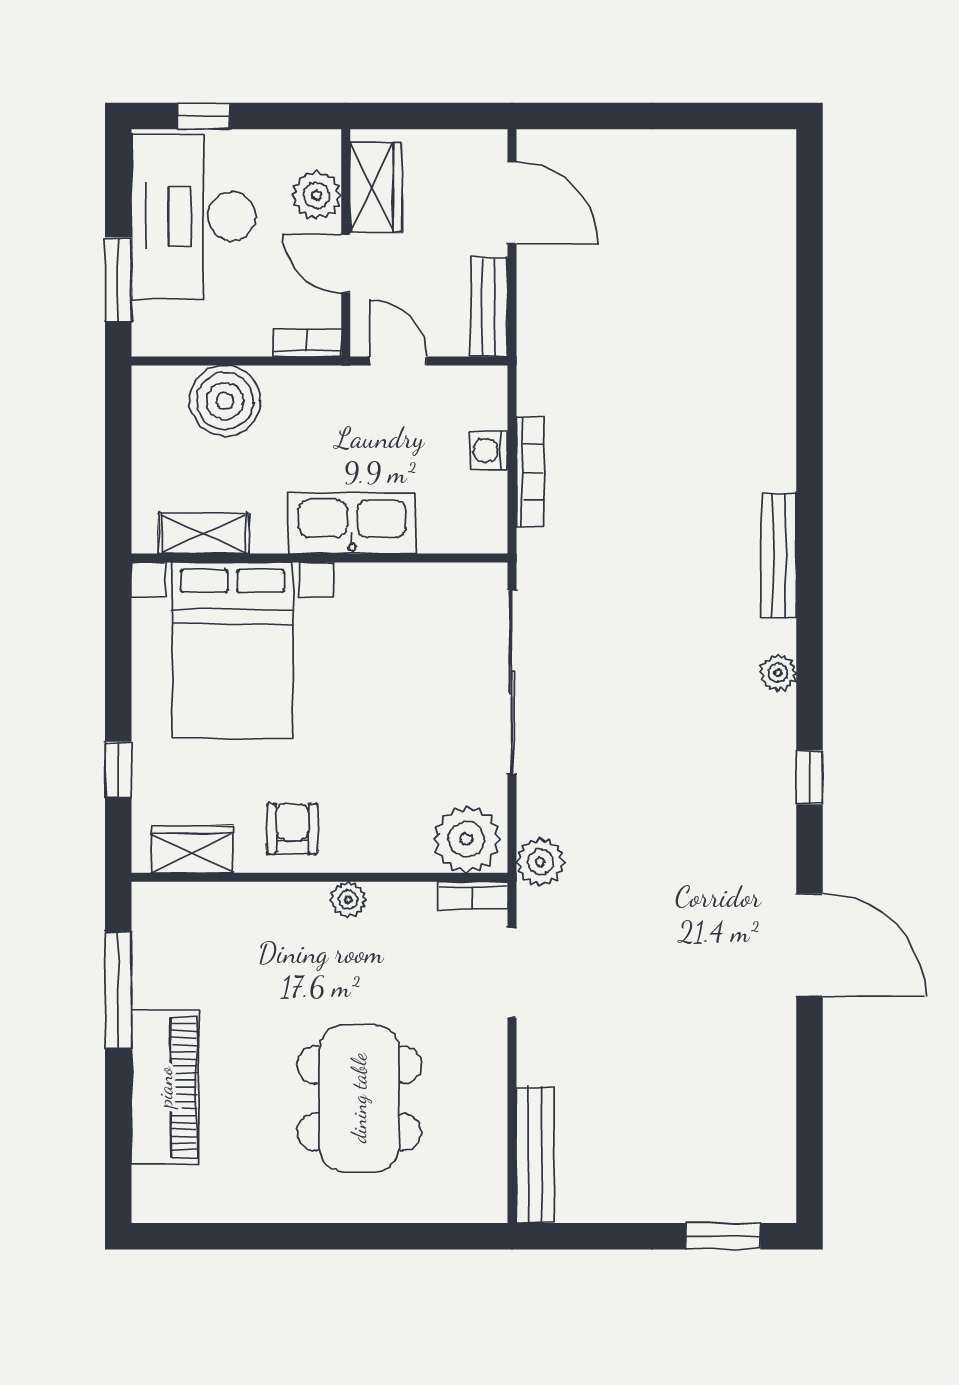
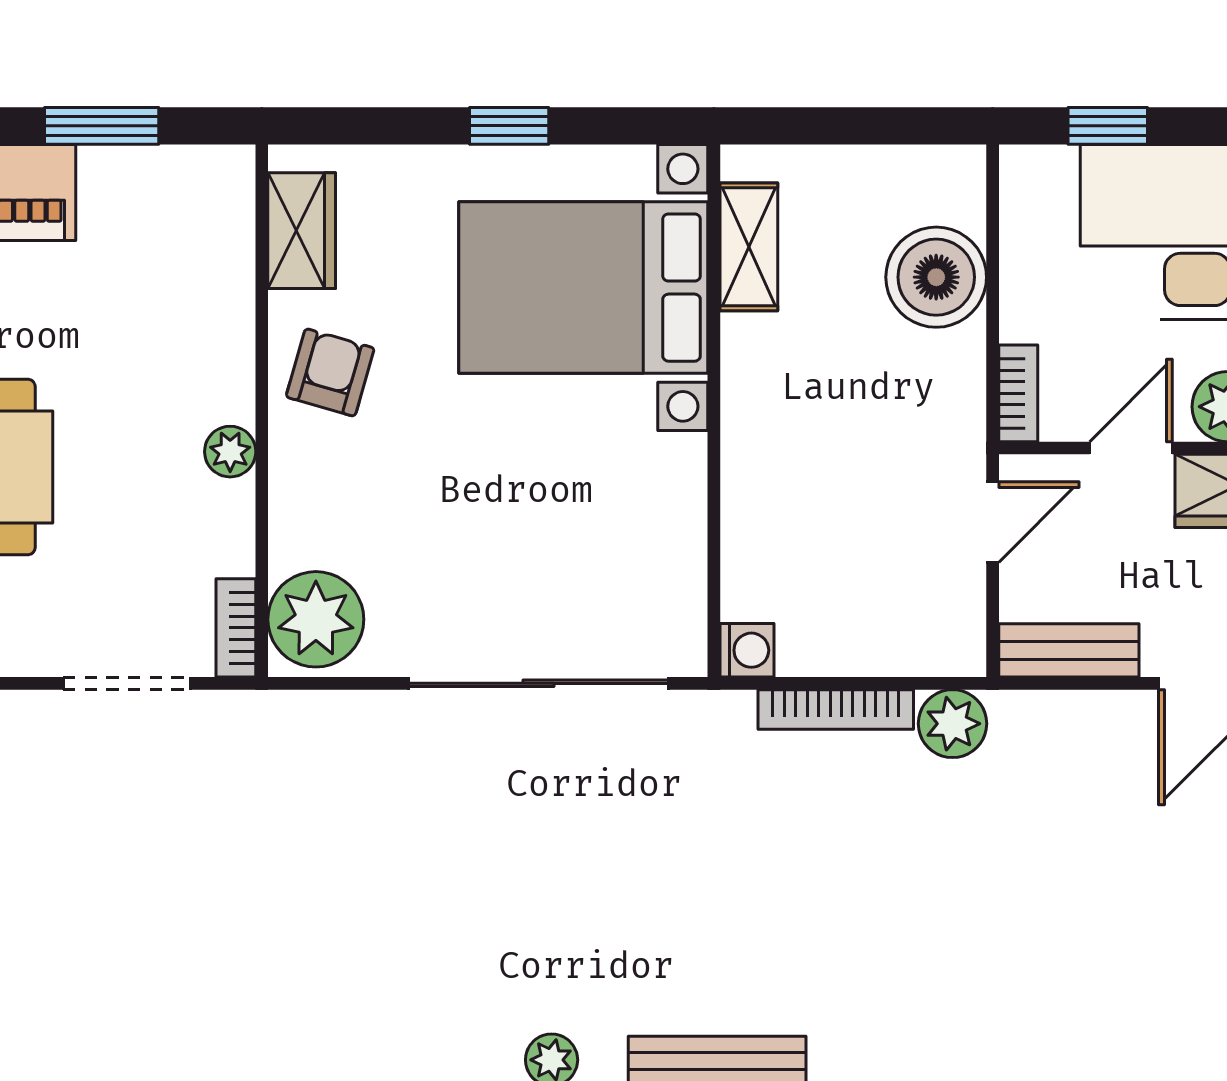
window: (118, 280) -> (1108, 126), width x0.67
washing machine: (489, 450) -> (747, 650), moved, turned 90
kitchen sink: (352, 523) -> (763, 457), removed
window: (118, 770) -> (509, 126), moved
armchair: (292, 829) -> (330, 372), turned -74
plant: (540, 862) -> (952, 724), moved
window: (118, 990) -> (102, 126), width x0.69

